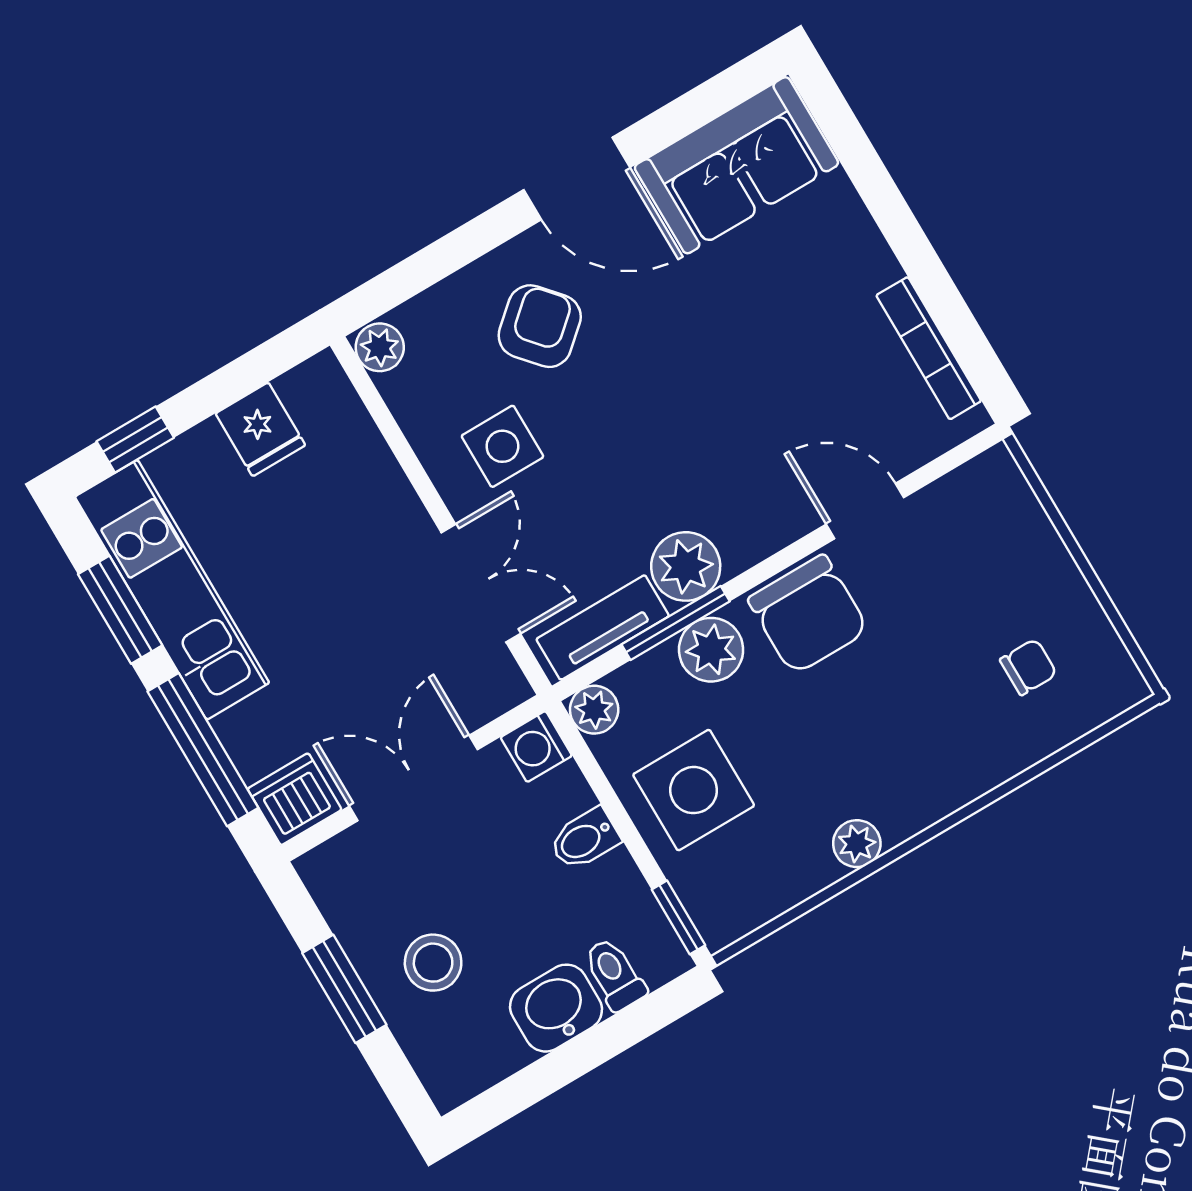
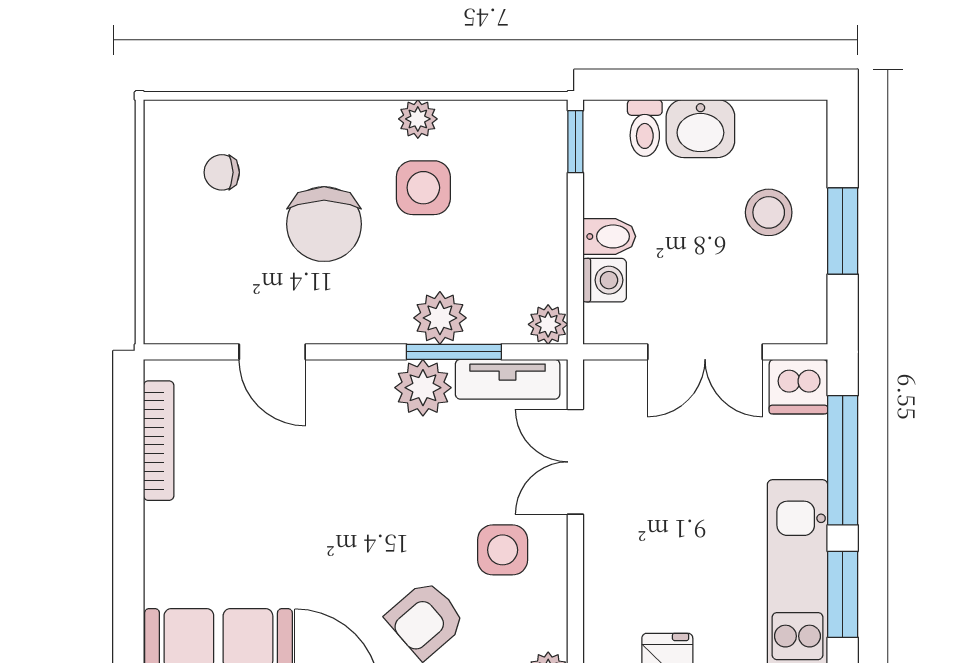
chair: (808, 615) -> (324, 224), moved, turned 180
washing machine: (536, 746) -> (605, 280), moved
side table: (694, 790) -> (423, 188), moved, width x0.73, depth x0.73

